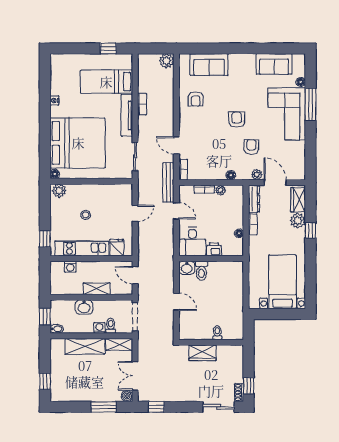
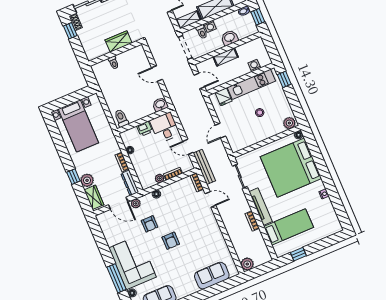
armchair: (196, 99) -> (211, 243), removed
toilet: (201, 271) -> (121, 118), moved

